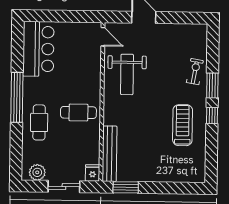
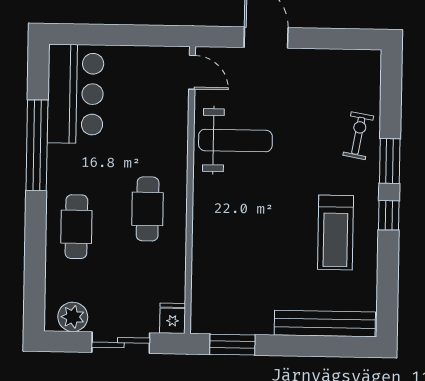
weight bench: (127, 74) -> (235, 140), turned -90
window: (17, 97) -> (37, 145), moved
cafe table: (78, 112) -> (148, 209), turned 90
treadmill: (183, 125) -> (336, 233), turned 180
bench: (110, 154) -> (325, 324), moved, turned 90

